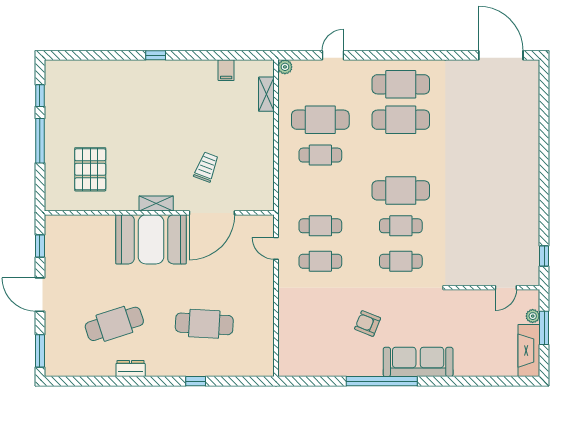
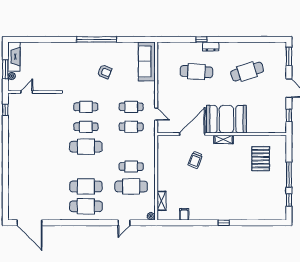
sofa: (418, 362) -> (147, 61), moved, turned 90
dresser: (131, 369) -> (211, 46), moved

